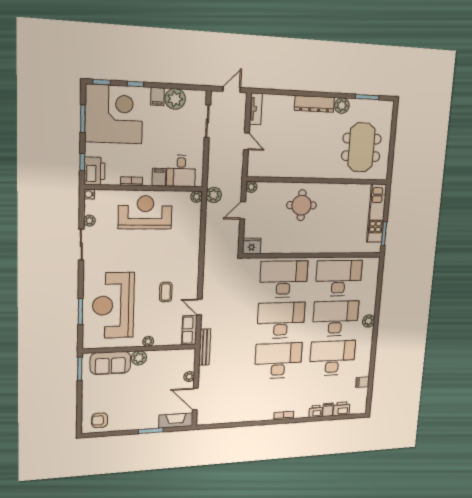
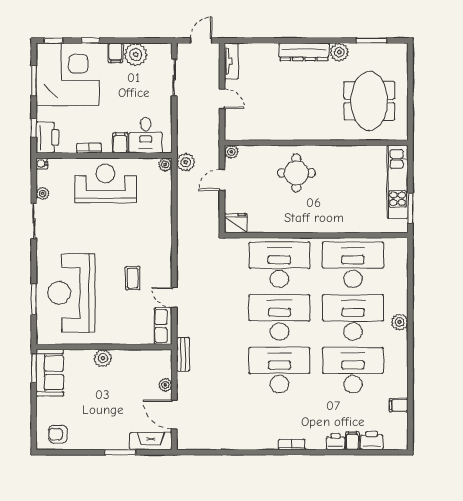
plant: (148, 341) -> (113, 338), removed
bench: (205, 347) -> (183, 354), width x0.73
sofa: (110, 363) -> (50, 373), moved, turned -90

